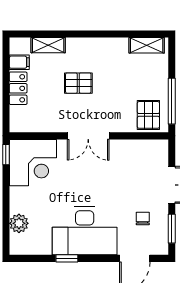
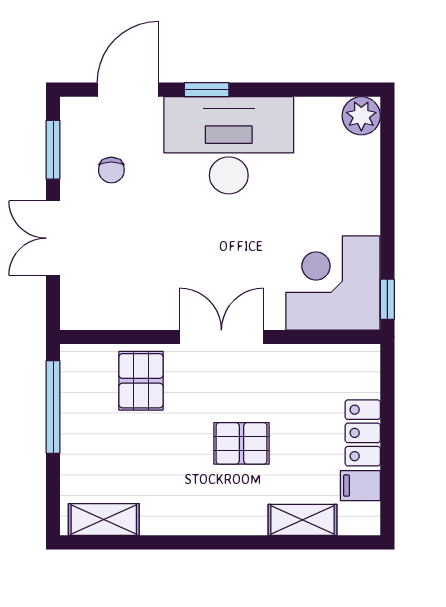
pallet: (148, 115) -> (141, 381), moved
plant: (19, 223) -> (361, 116), moved
window: (67, 258) -> (207, 90), moved

